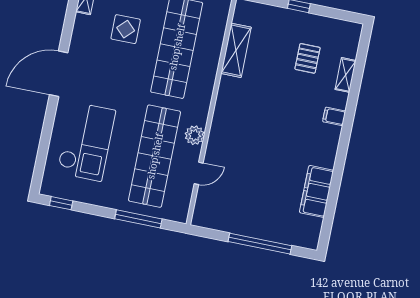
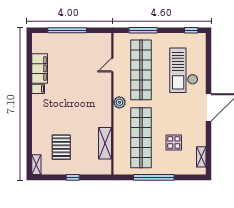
pallet: (307, 58) -> (61, 147), width x1.50, depth x1.42
shelving: (346, 75) -> (36, 165), moved
filing cabinet: (334, 116) -> (38, 89), moved
plant: (195, 135) -> (119, 102), moved

